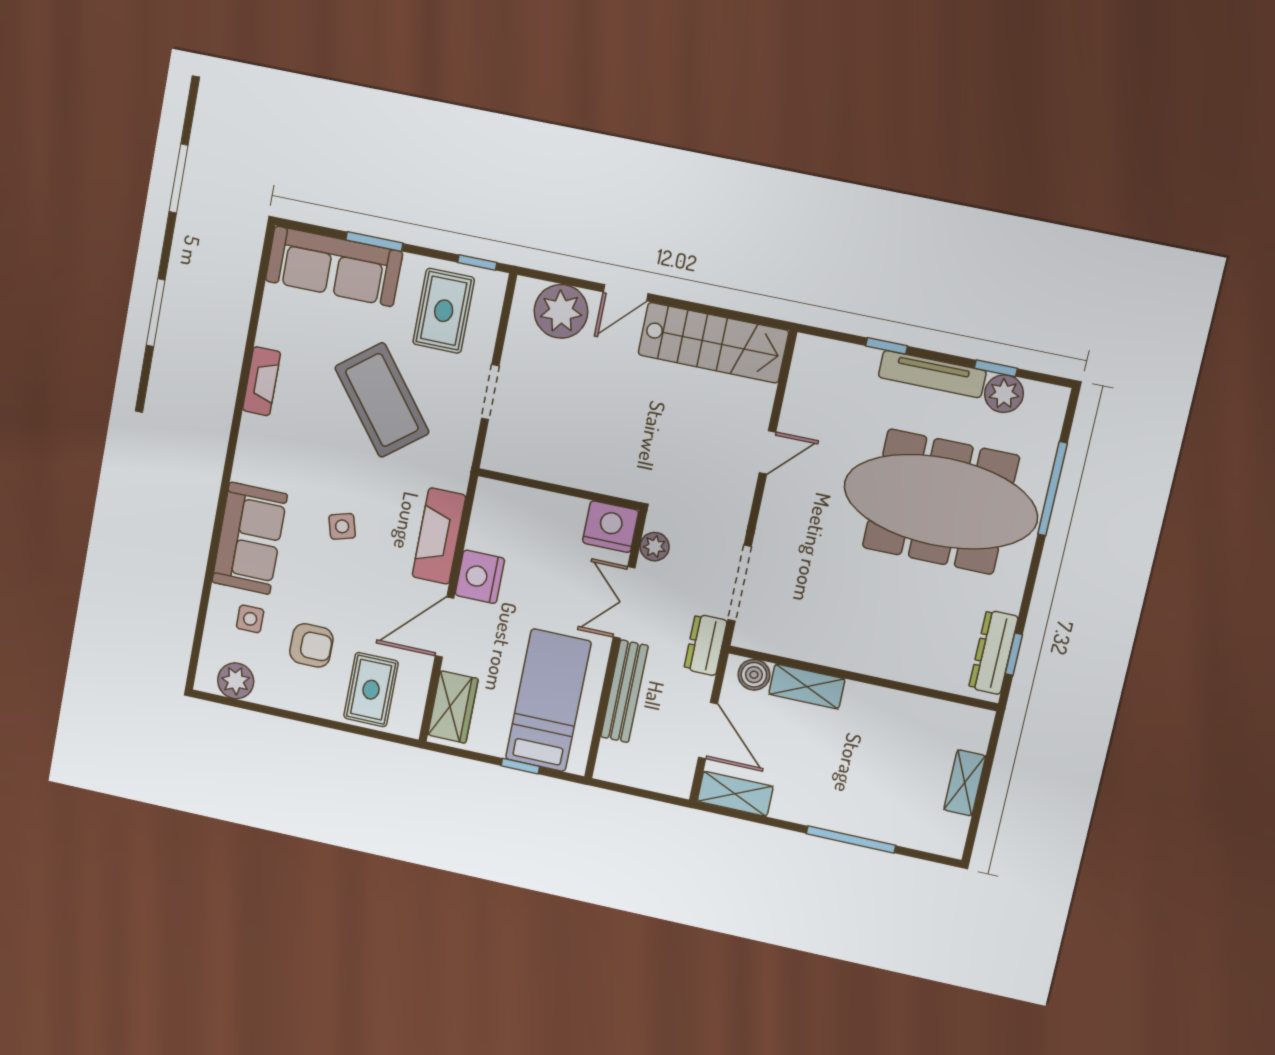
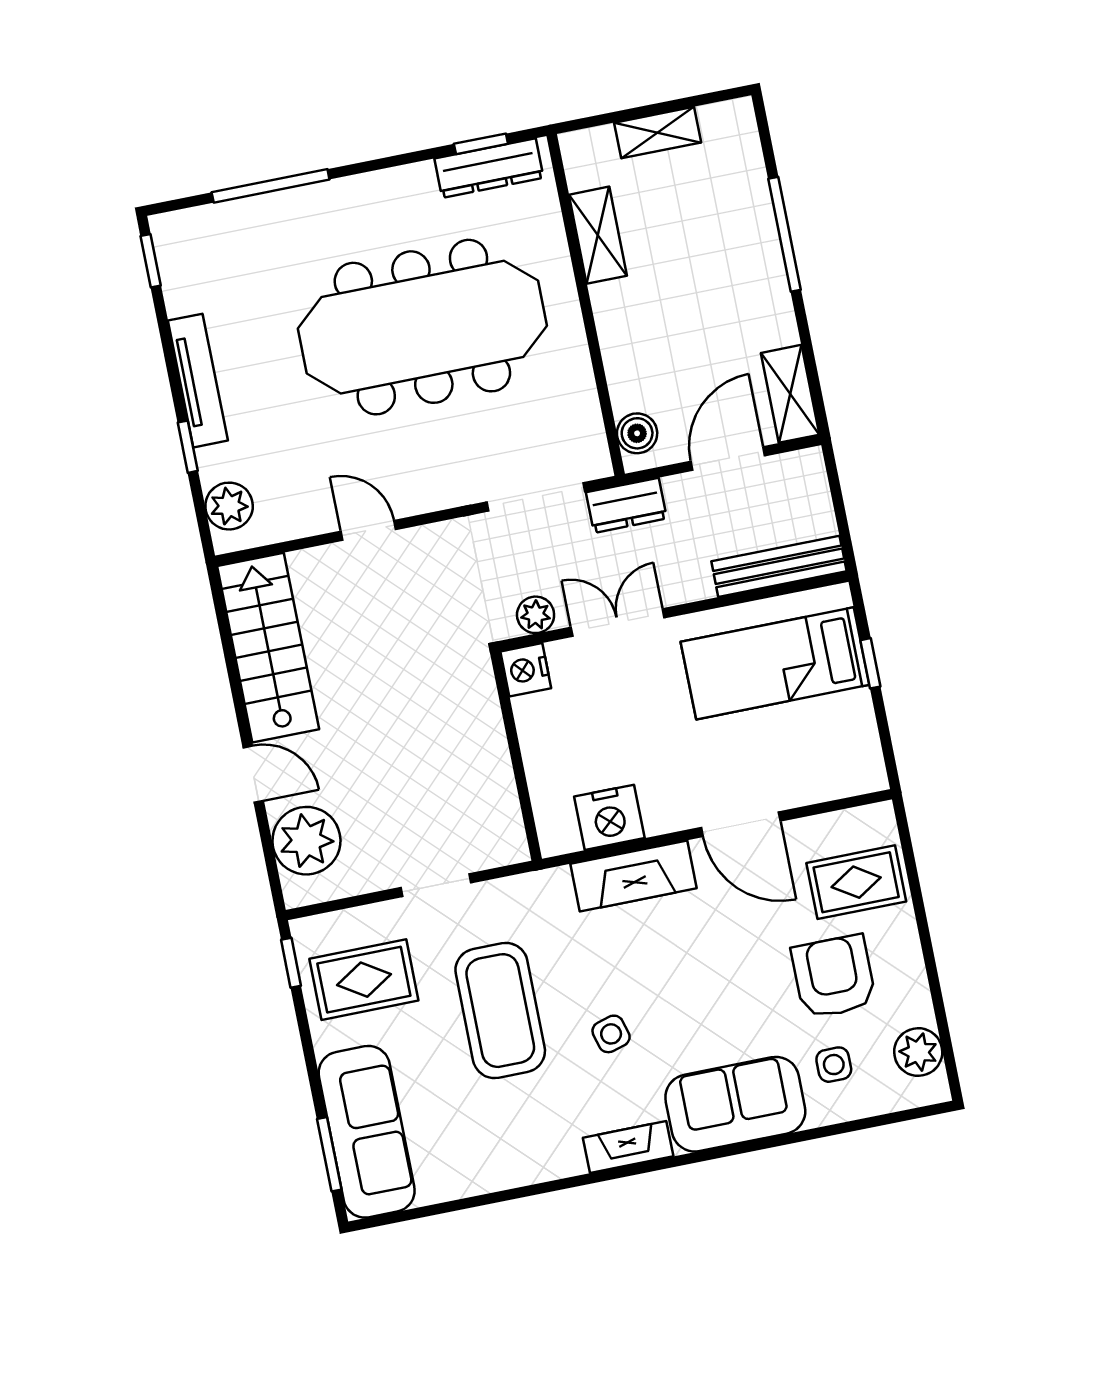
window: (374, 241) -> (329, 1154), moved
window: (996, 368) -> (151, 261), moved
fireplace: (262, 381) -> (628, 1147), moved
plant: (1004, 394) -> (229, 506), moved
coffee table: (382, 400) -> (500, 1011), turned -52
meeting table: (941, 502) -> (422, 327), moved, turned 90
side table: (342, 526) -> (611, 1034), moved
nightstand: (611, 527) -> (526, 670), width x0.74, depth x0.75
nightstand: (480, 577) -> (609, 817), moved
double door: (624, 603) -> (618, 623), swing flipped
armchair: (311, 645) -> (834, 977), width x1.38, depth x1.38
shelving: (807, 687) -> (598, 235), moved
bench: (624, 691) -> (779, 566), moved
wardrobe: (453, 707) -> (834, 774), removed

